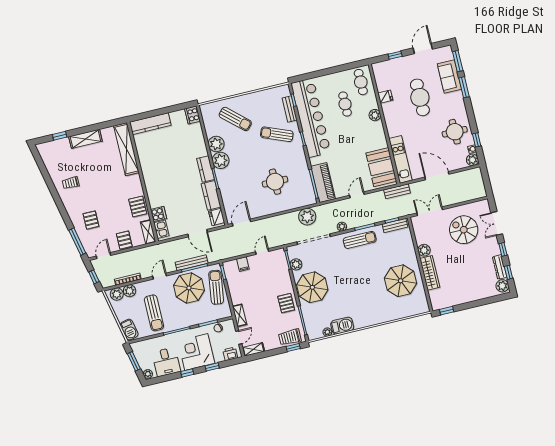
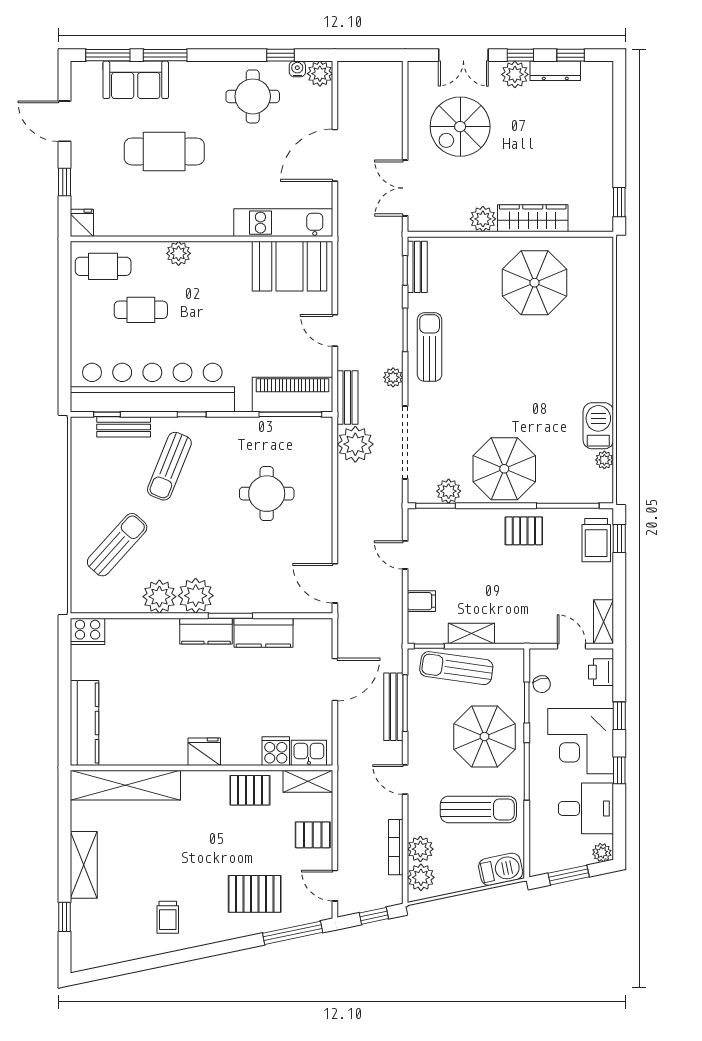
fridge: (385, 97) -> (82, 223), moved
bench: (397, 191) -> (347, 397), moved
fridge: (217, 217) -> (204, 752), moved, turned 180
pallet: (91, 220) -> (255, 894), width x1.50, depth x1.42
plant: (502, 286) -> (515, 74), moved
parasol: (189, 288) -> (485, 737), moved
shelving: (240, 315) -> (471, 633), moved

